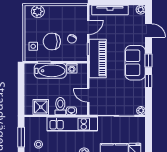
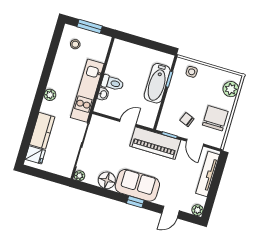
chair: (52, 42) -> (215, 118), moved
washing machine: (72, 68) -> (153, 109), removed
window: (149, 81) -> (111, 195), removed
floor lamp: (138, 88) -> (107, 180), added
door: (88, 95) -> (128, 123), moved
shower: (41, 107) -> (118, 60), removed

